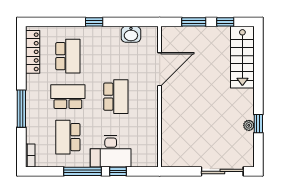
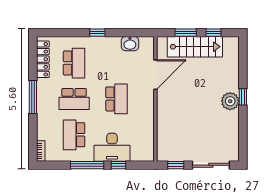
stairs: (242, 57) -> (195, 47), moved, turned -90
school desk: (68, 97) -> (74, 99), turned 180
window: (21, 109) -> (33, 97), moved
window: (258, 124) -> (243, 97), moved
plant: (249, 125) -> (230, 101), moved, width x1.87, depth x1.87
window: (183, 171) -> (176, 165), added

